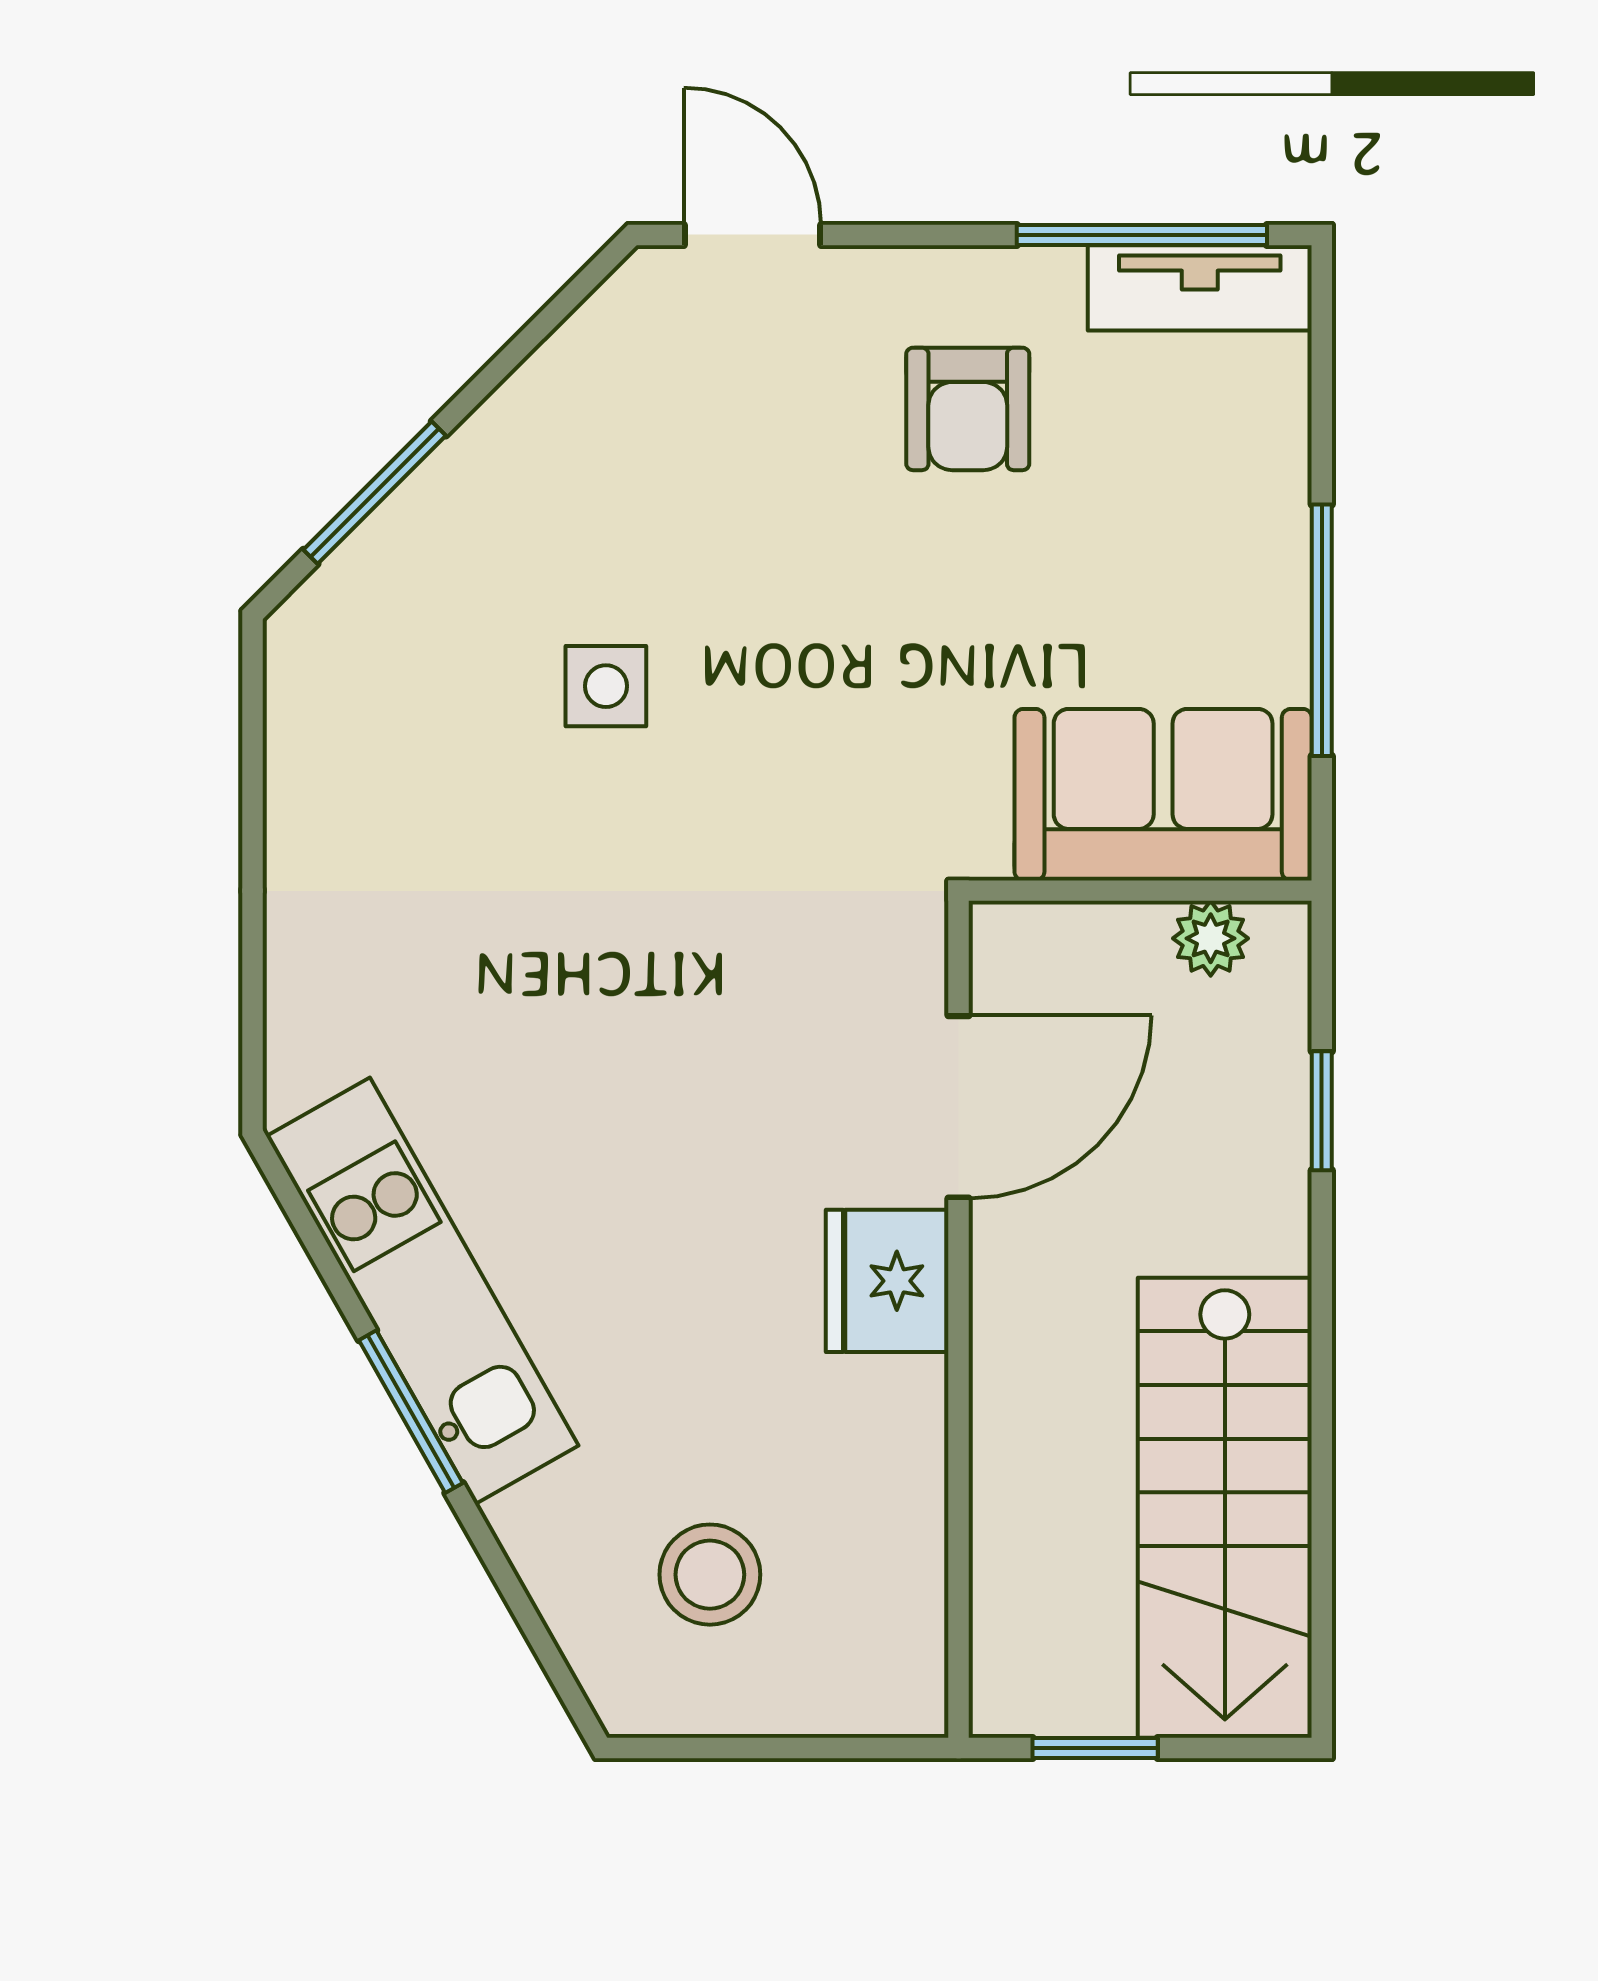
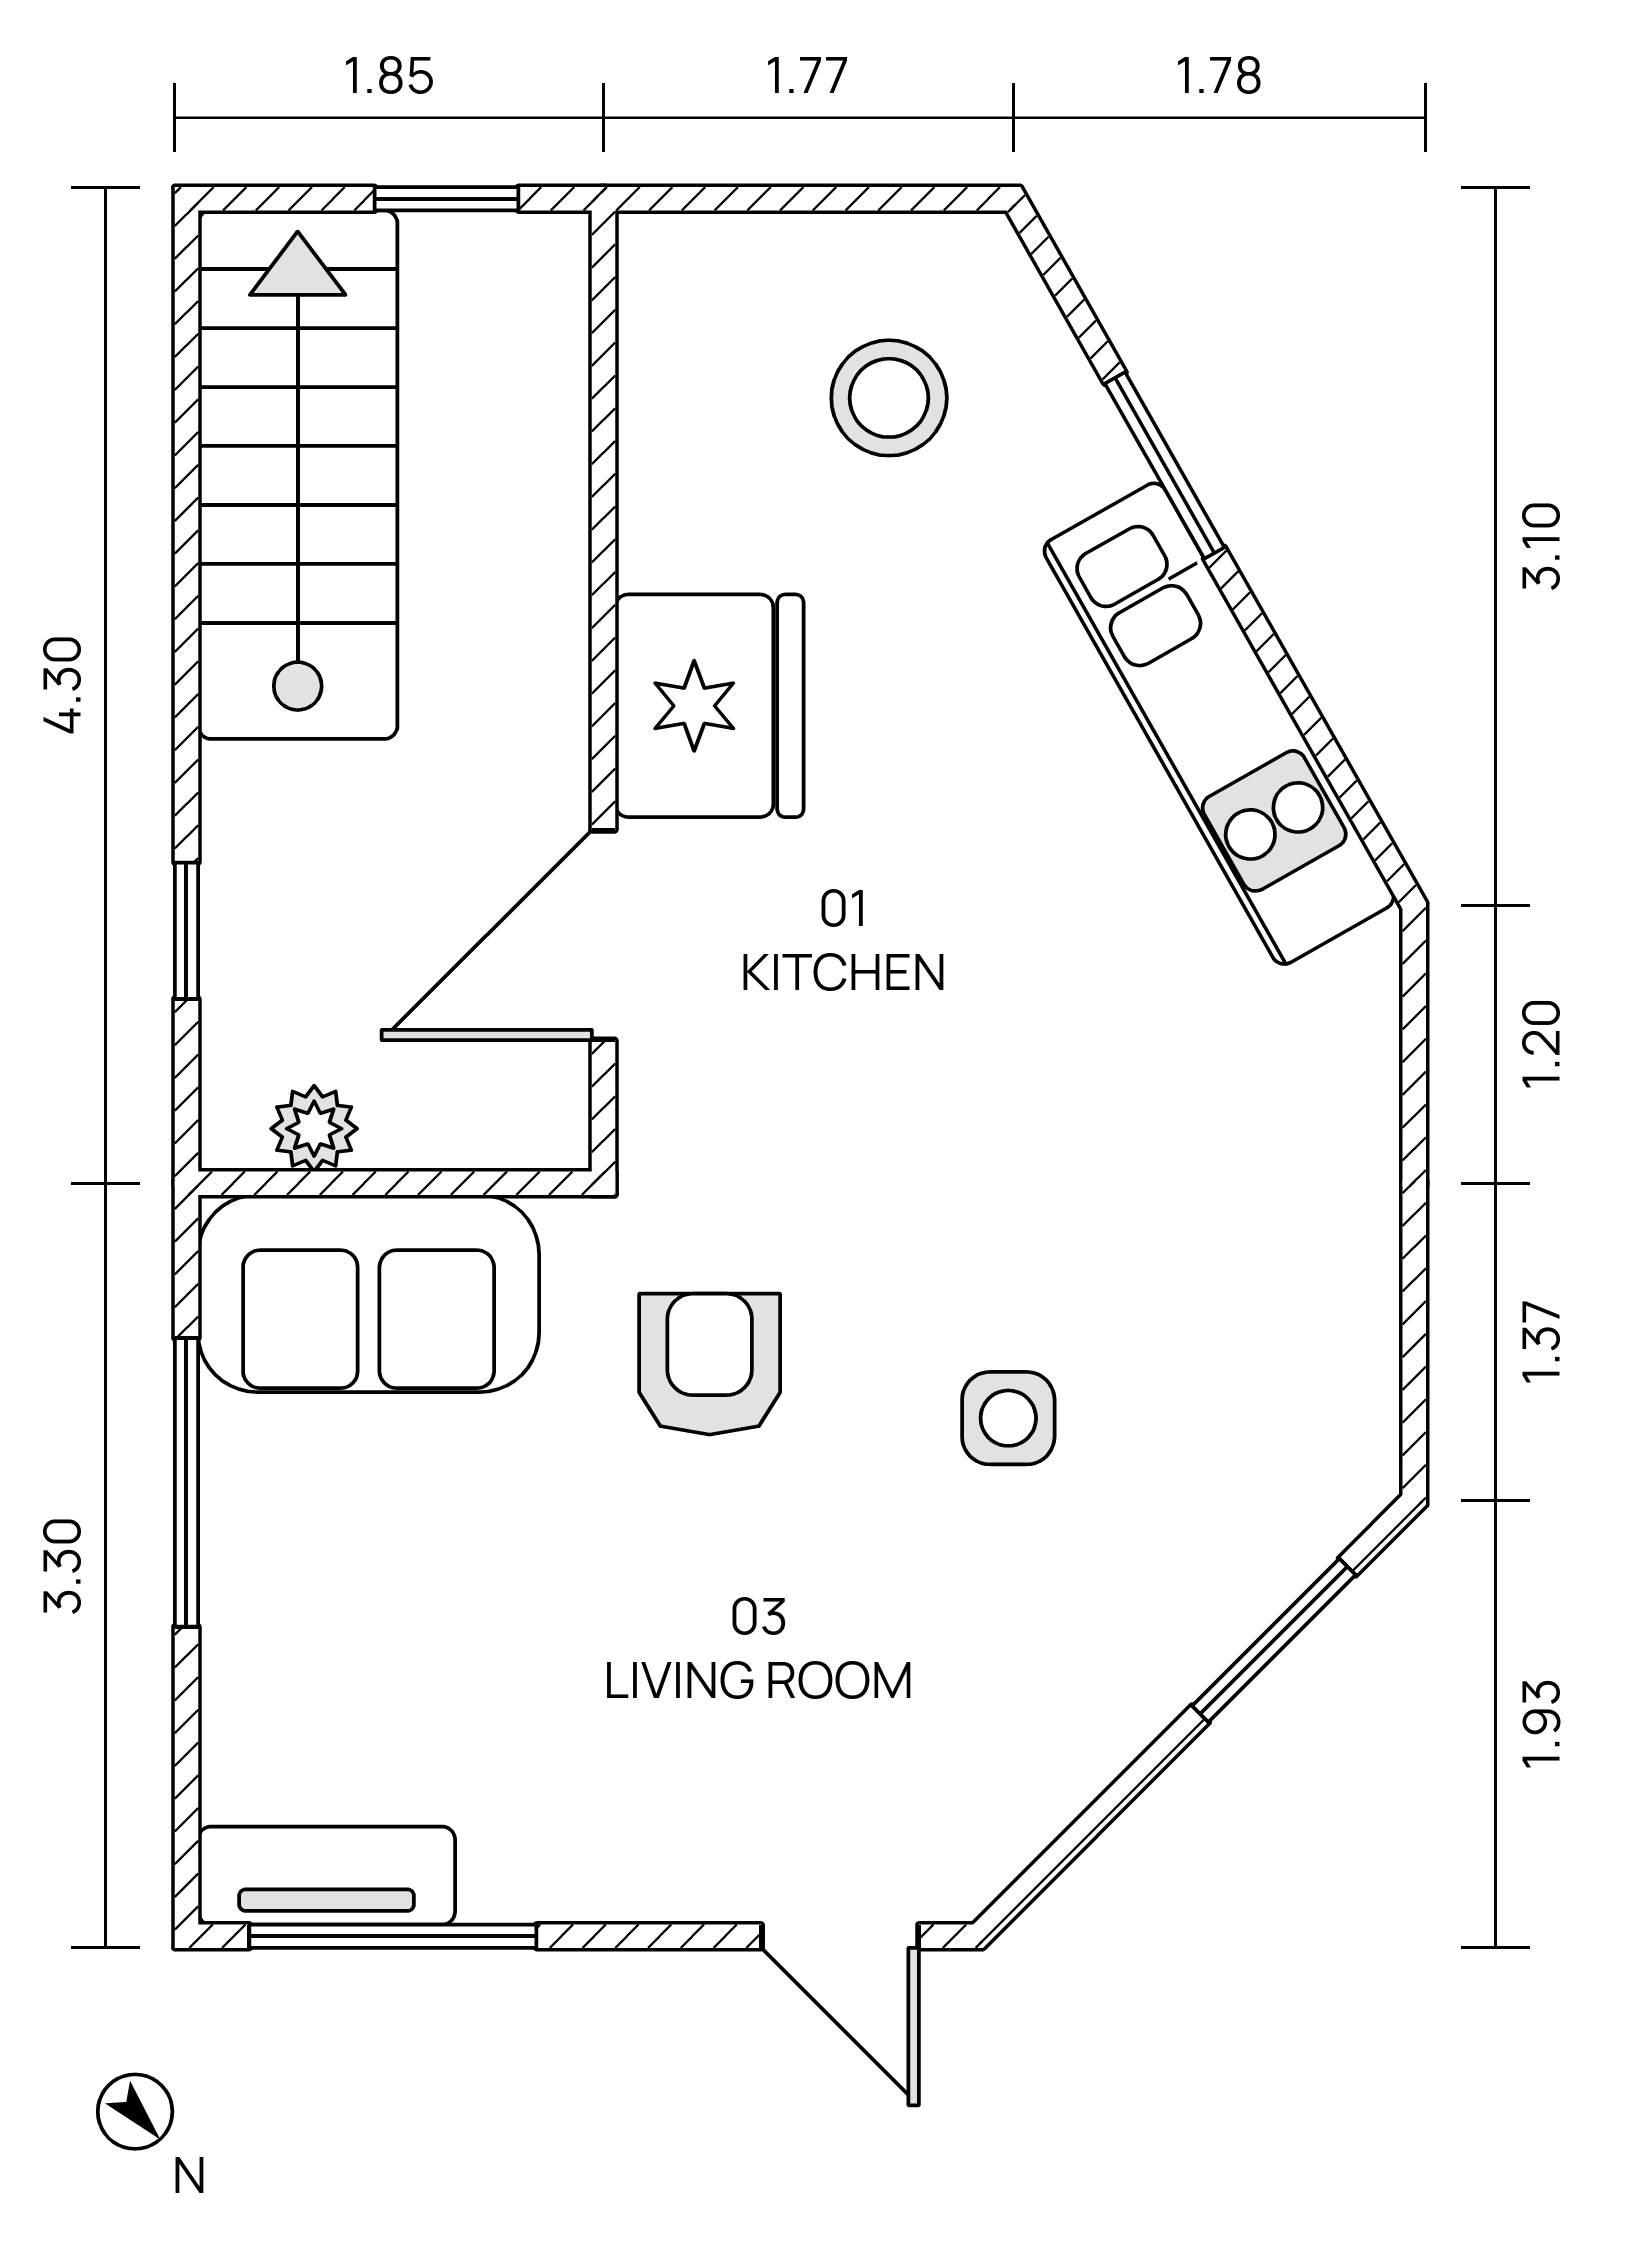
armchair: (968, 409) -> (710, 1364), moved
fridge: (887, 1281) -> (709, 706), width x1.36, depth x1.34
window: (411, 1412) -> (1165, 465), moved

